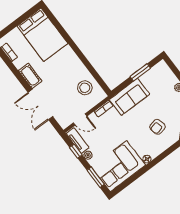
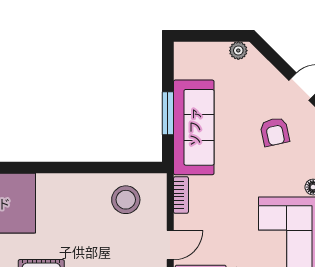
window: (140, 72) -> (168, 113), moved
sofa: (130, 97) -> (194, 127), width x1.36

